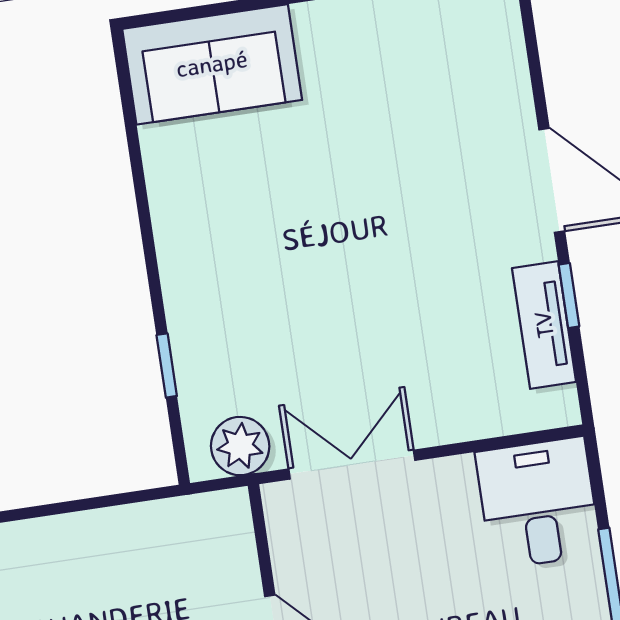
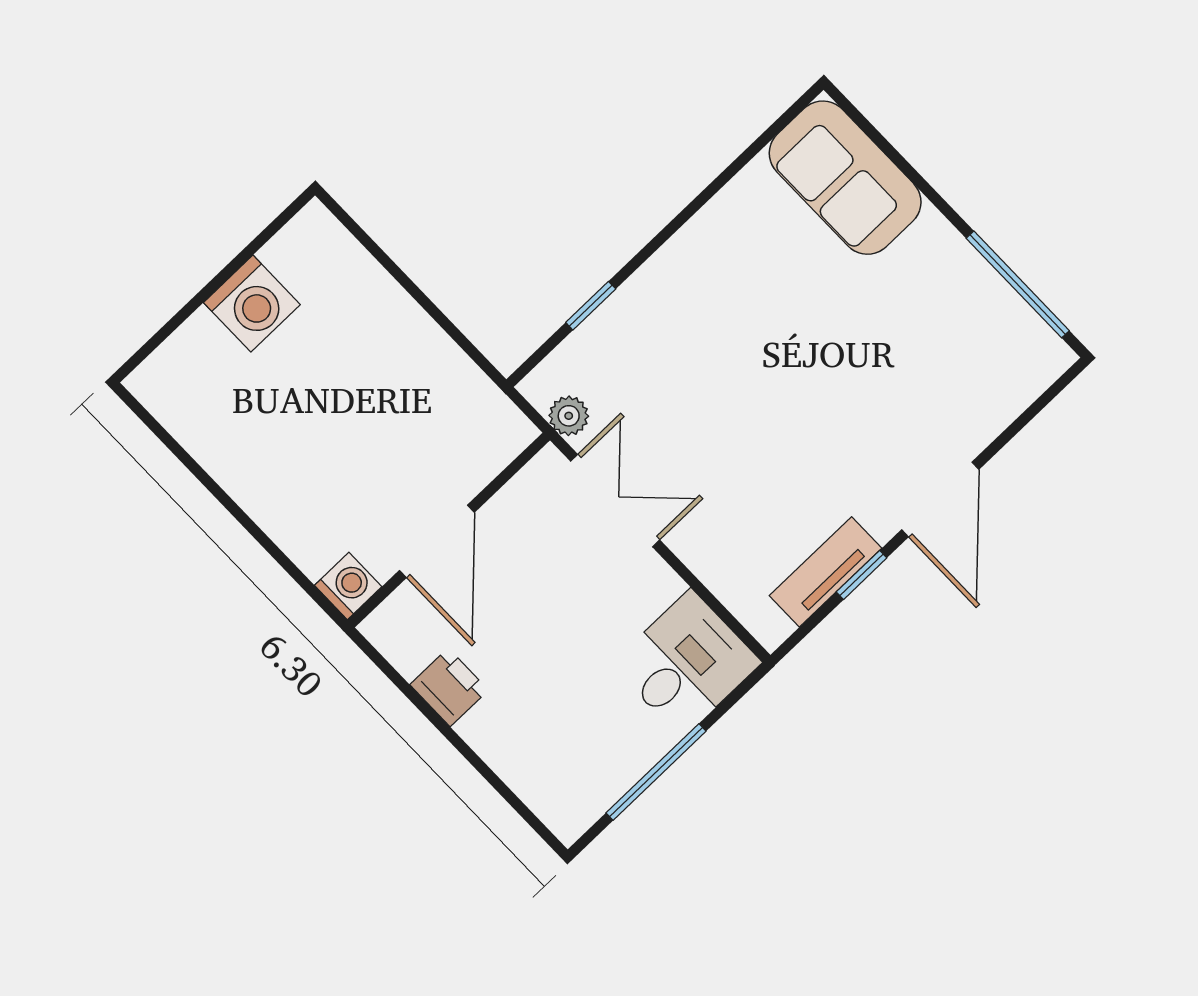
plant: (240, 446) -> (569, 416), width x0.73, depth x0.73

